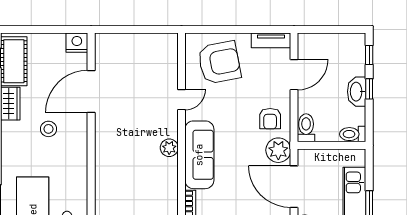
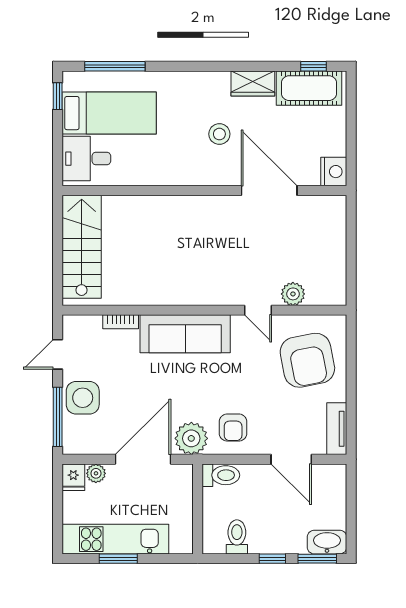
window: (369, 55) -> (317, 559), width x1.50
washbasin: (357, 92) -> (327, 542), moved
armchair: (270, 119) -> (233, 428), turned -90
toilet: (353, 134) -> (237, 537), moved
plant: (169, 148) -> (293, 294), moved

